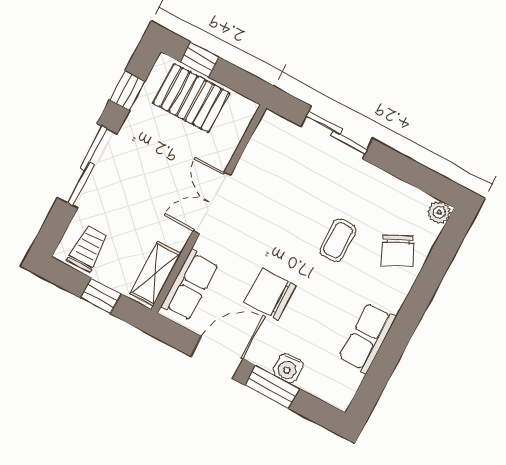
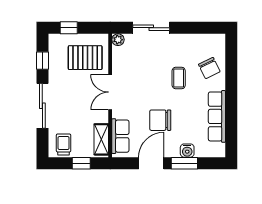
pallet: (191, 98) -> (85, 58), moved
plant: (439, 212) -> (118, 40), moved
row of seats: (367, 338) -> (217, 116), width x1.48

